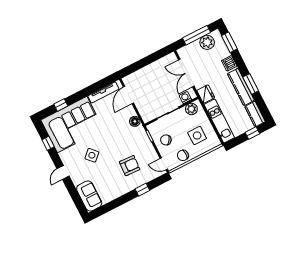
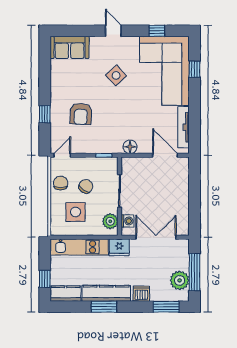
chair: (166, 140) -> (86, 186), moved

